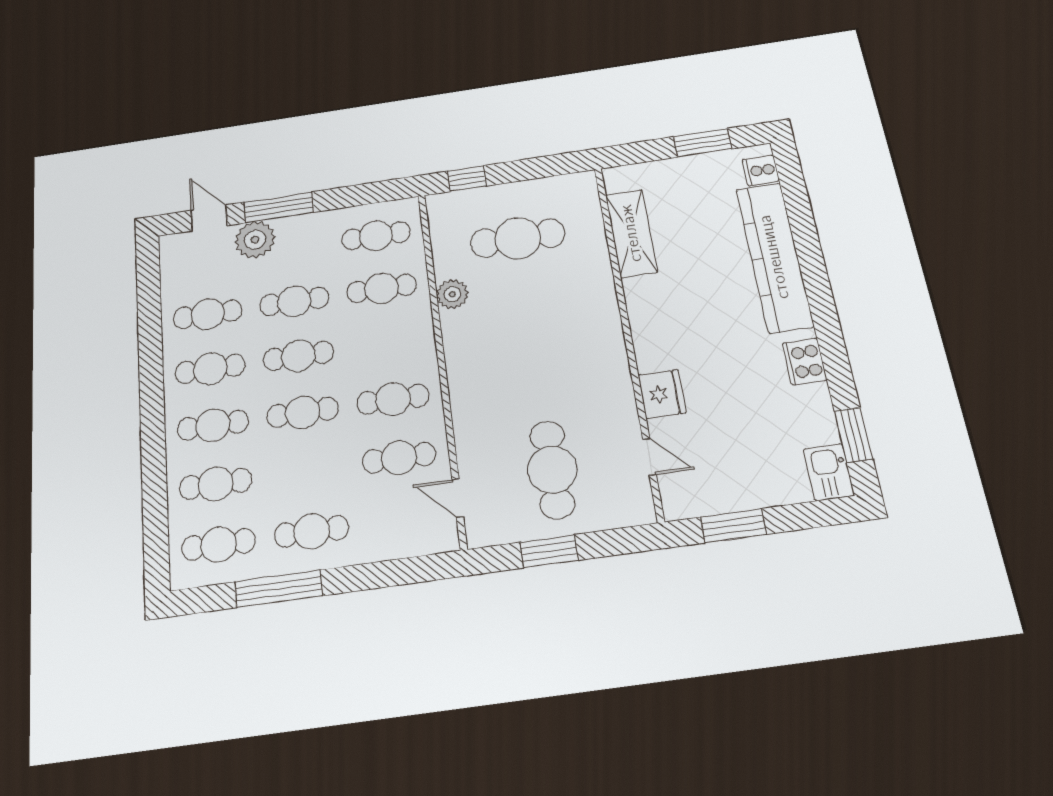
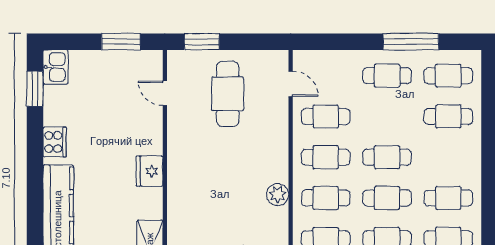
plant: (452, 294) -> (278, 194), moved
fridge: (662, 394) -> (150, 171), moved
cafe table: (213, 425) -> (326, 198), moved
window: (549, 551) -> (202, 42), moved

